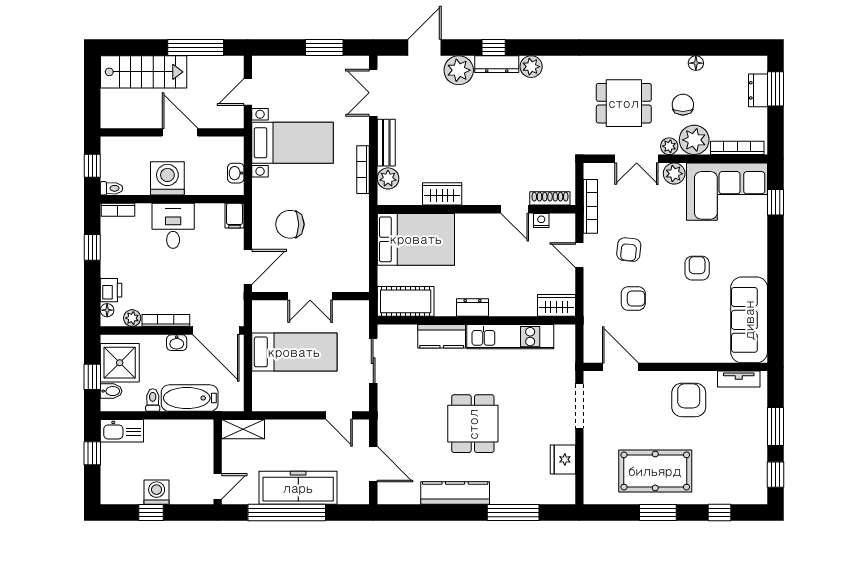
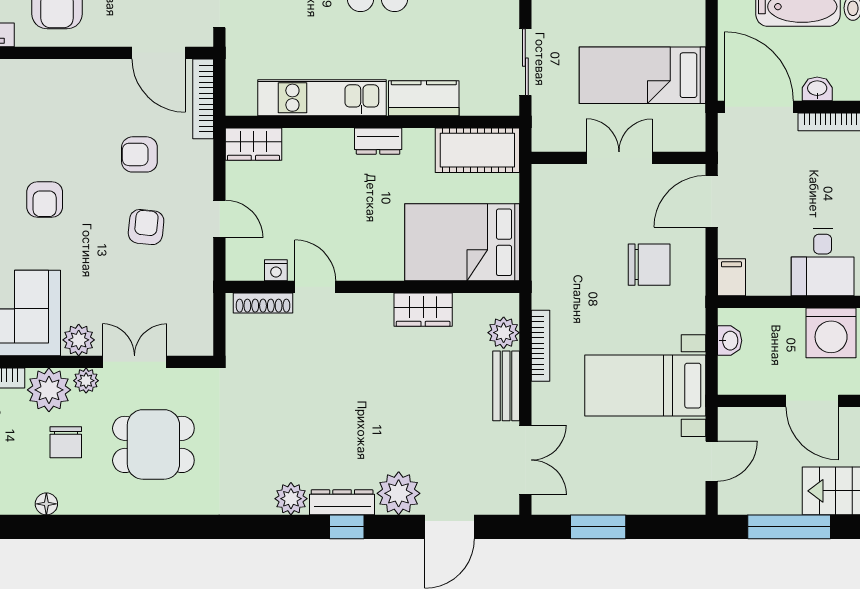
bookcase: (590, 206) -> (203, 99), moved

